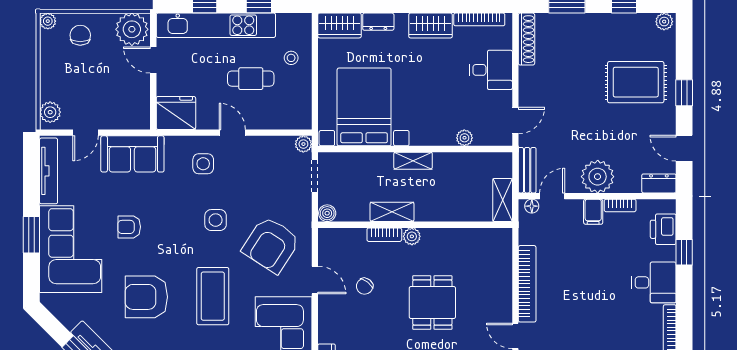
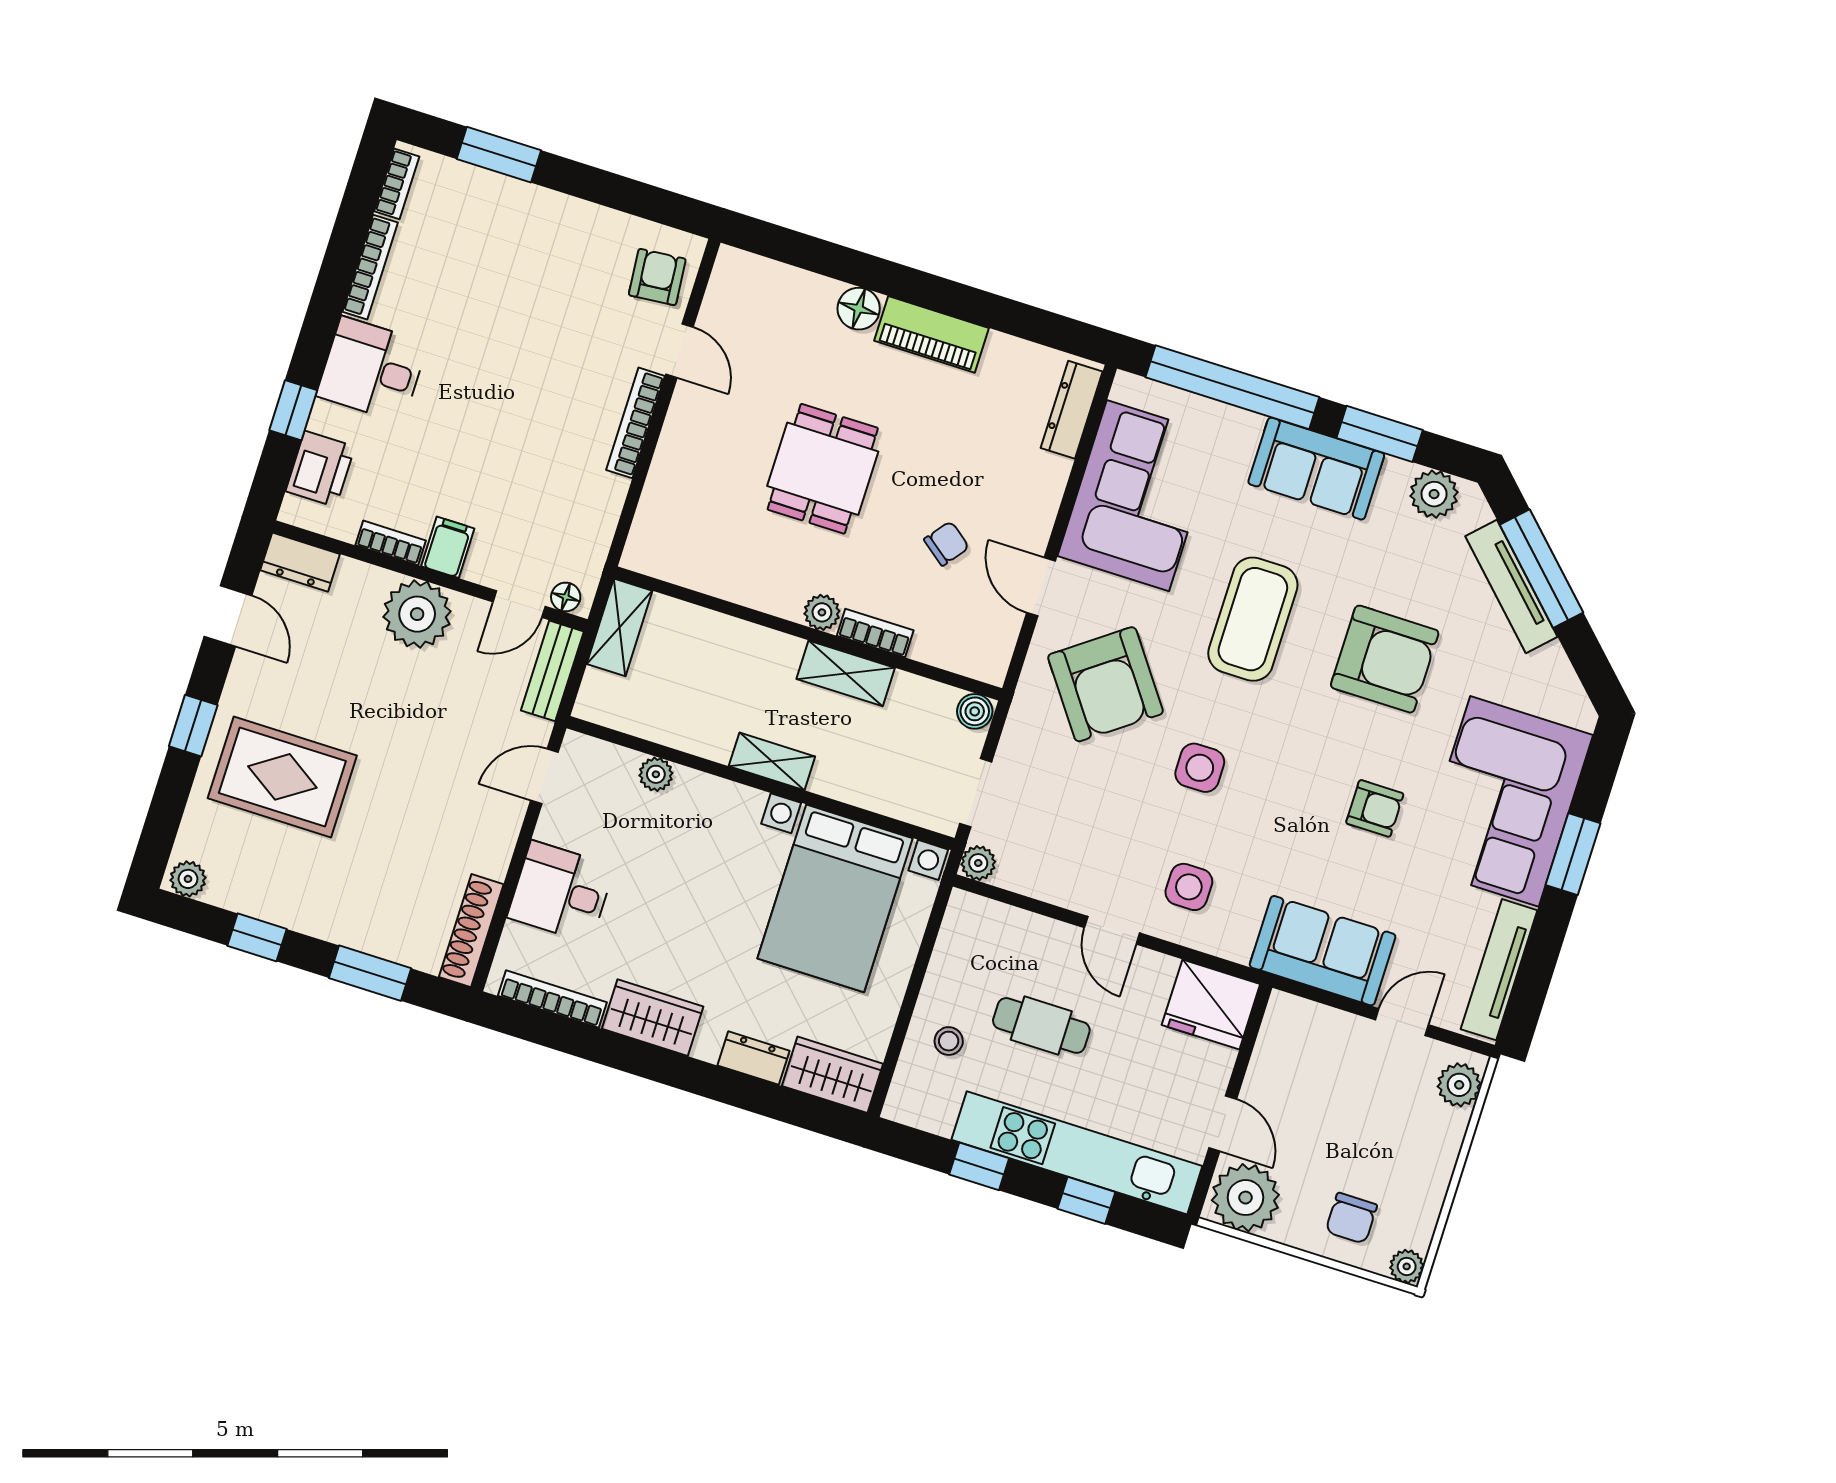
armchair: (271, 245) -> (1105, 684), turned 111
bookcase: (527, 284) -> (635, 423), width x0.68, depth x0.76

